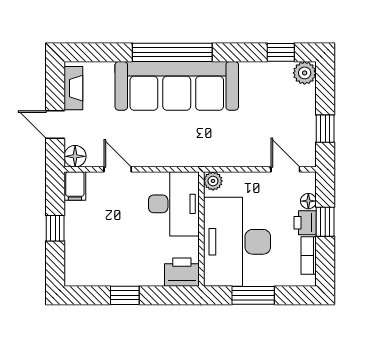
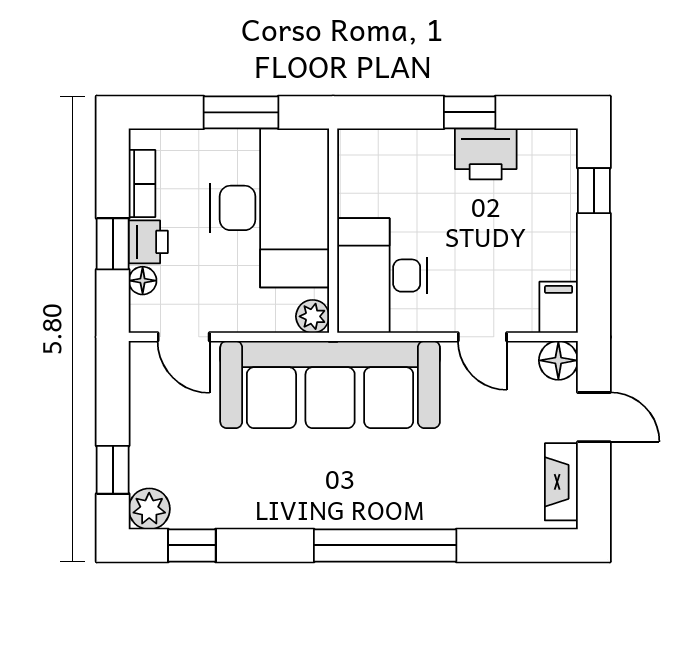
sofa: (177, 86) -> (330, 385), moved, turned 180
window: (325, 129) -> (113, 470), moved
window: (55, 228) -> (594, 191), moved
printer: (182, 272) -> (486, 154), moved

